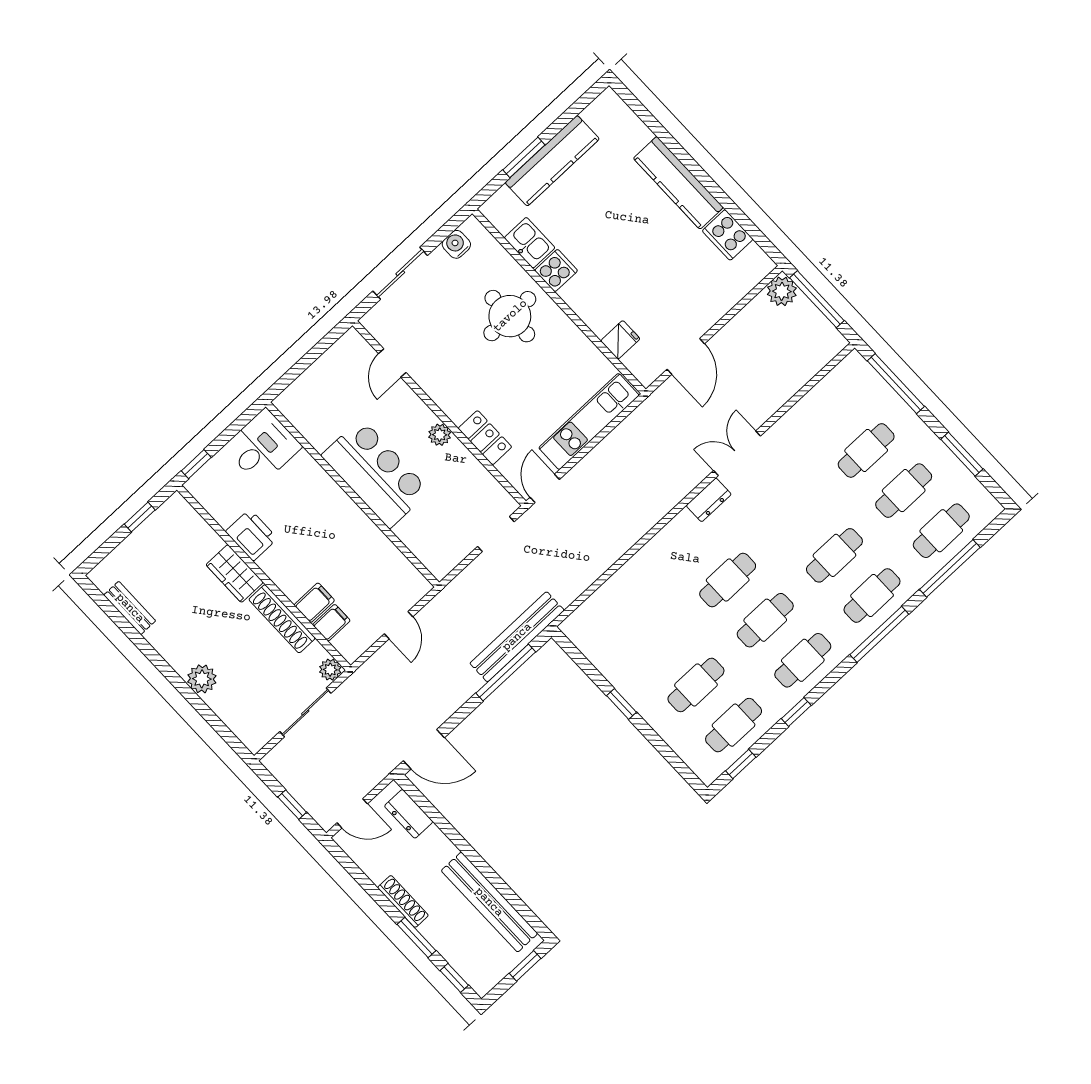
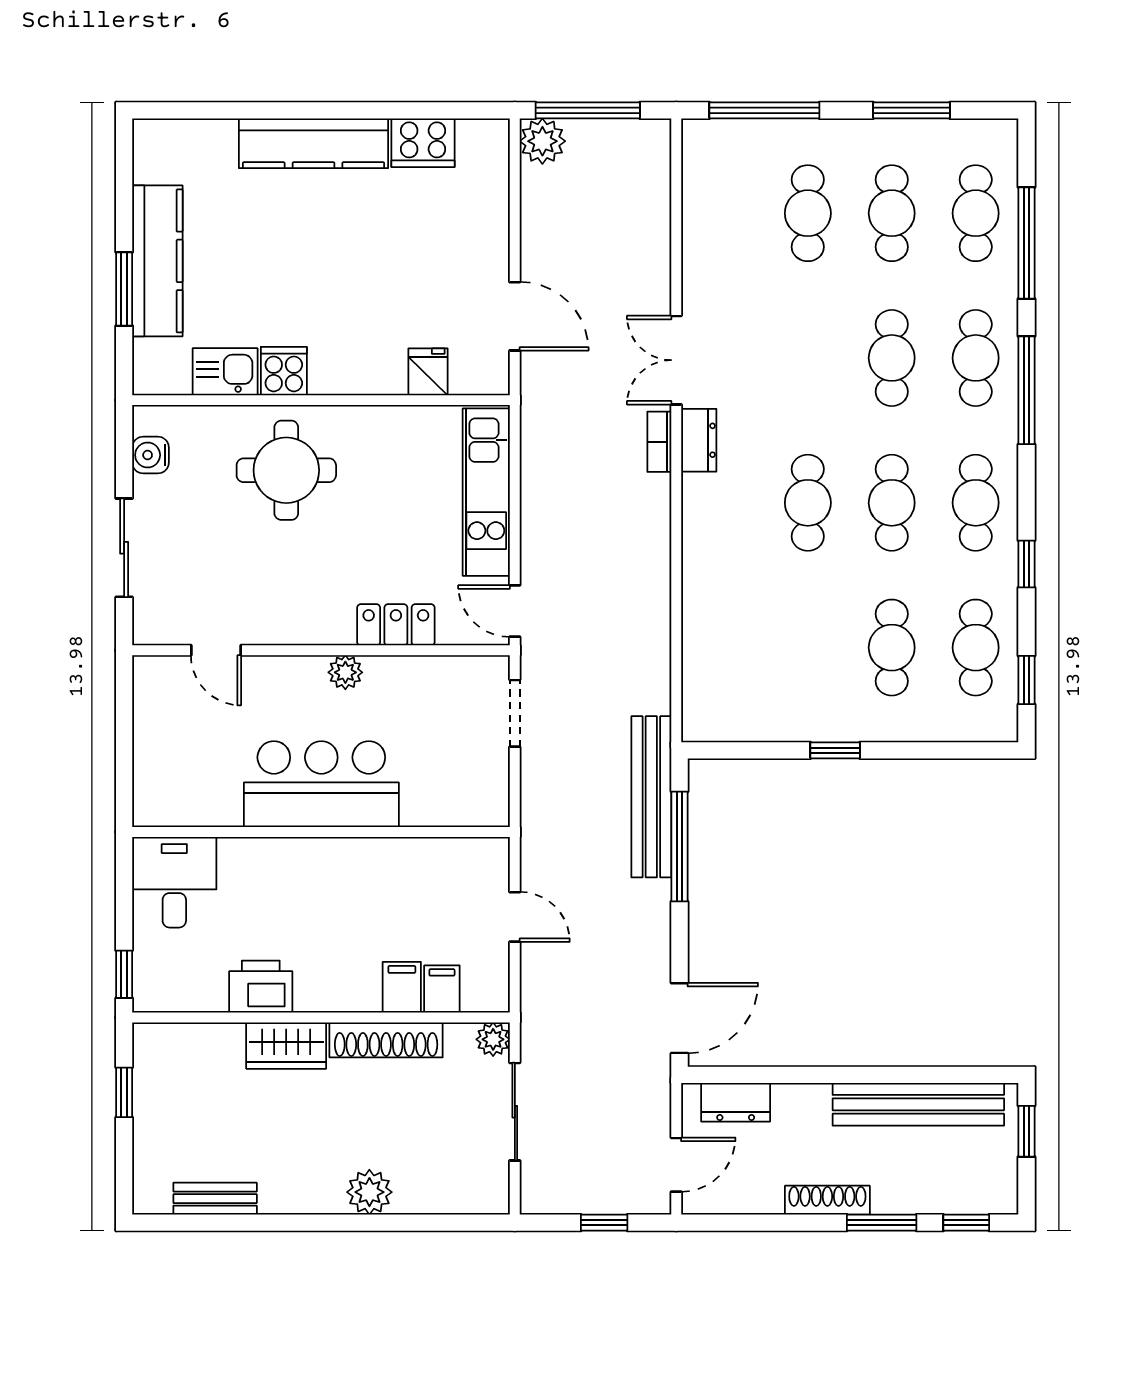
bookcase: (690, 482) -> (659, 442), added

